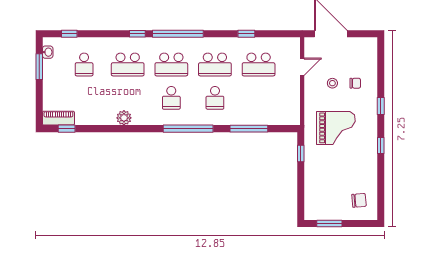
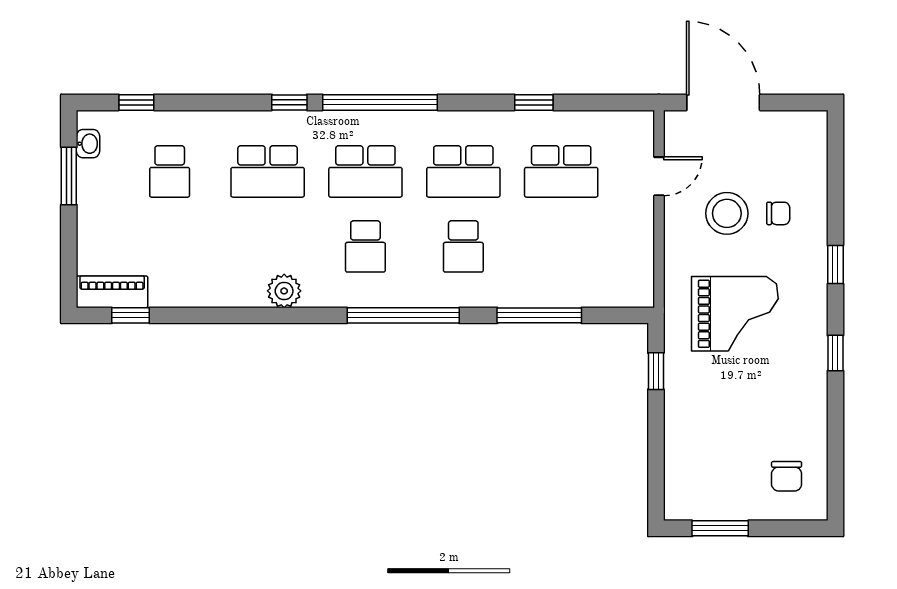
stool: (332, 83) -> (727, 213), width x1.89, depth x1.89
plant: (124, 118) -> (284, 291), moved
chair: (359, 200) -> (787, 476), turned 95

